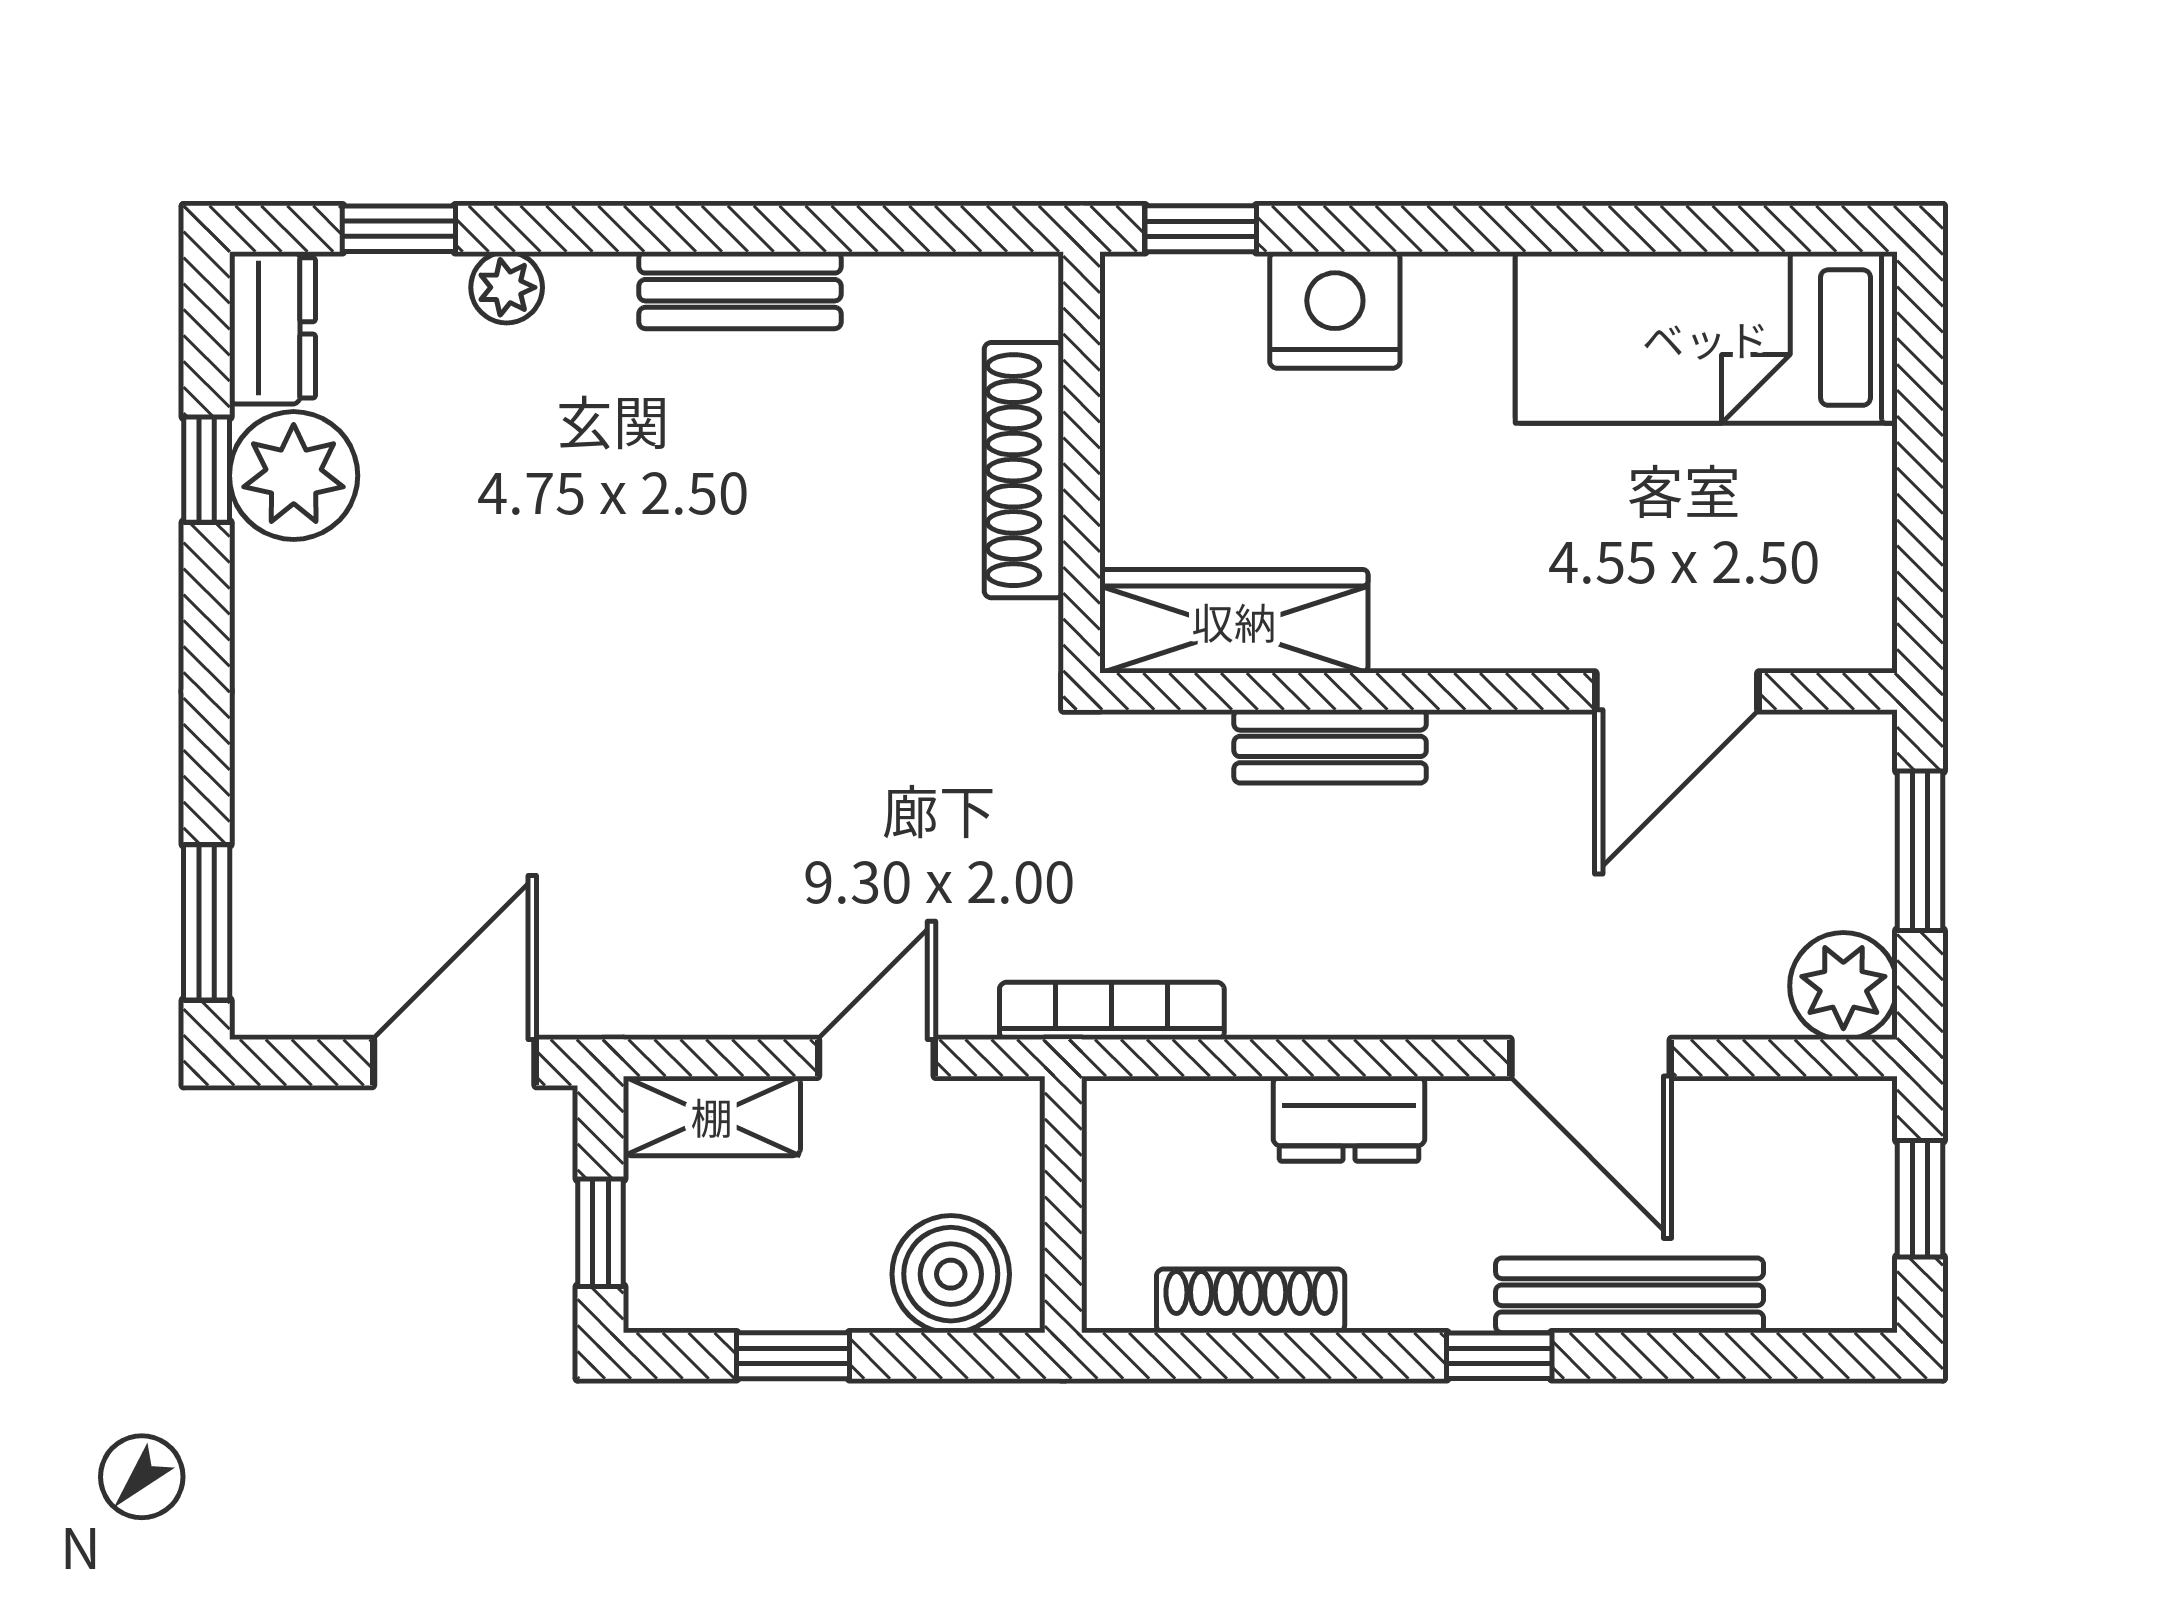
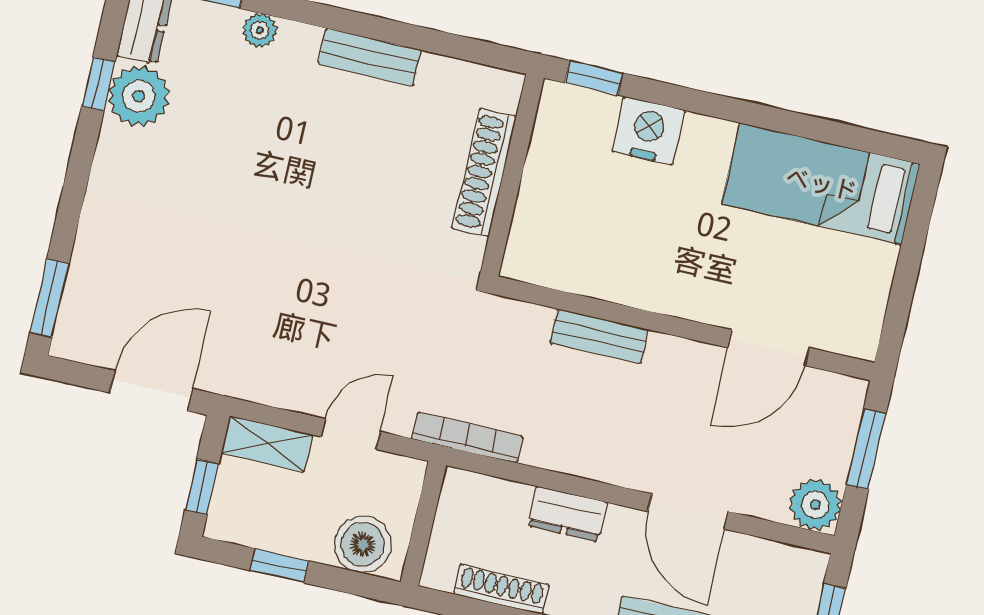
wardrobe: (1234, 621) -> (567, 267), removed

